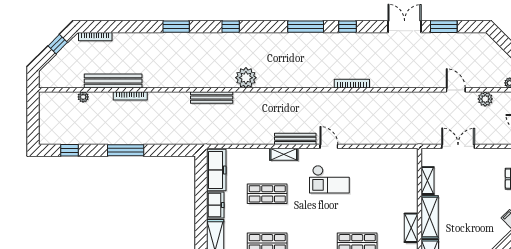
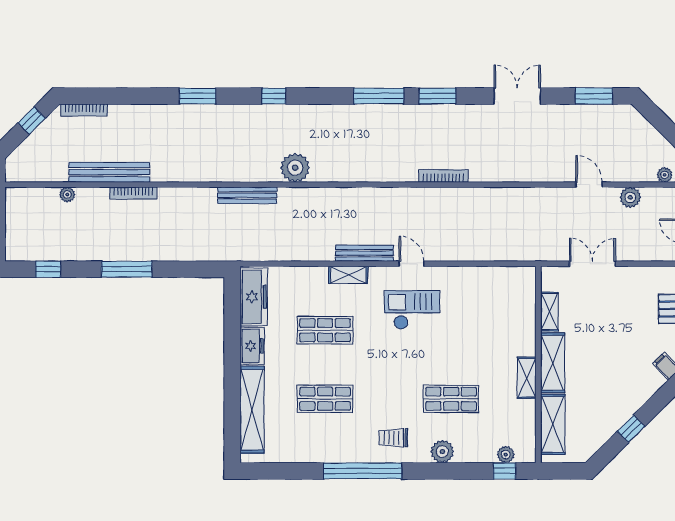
window: (348, 27) -> (438, 96), width x1.50
window: (444, 27) -> (594, 96), moved
checkout: (329, 179) -> (412, 310), turned 180

